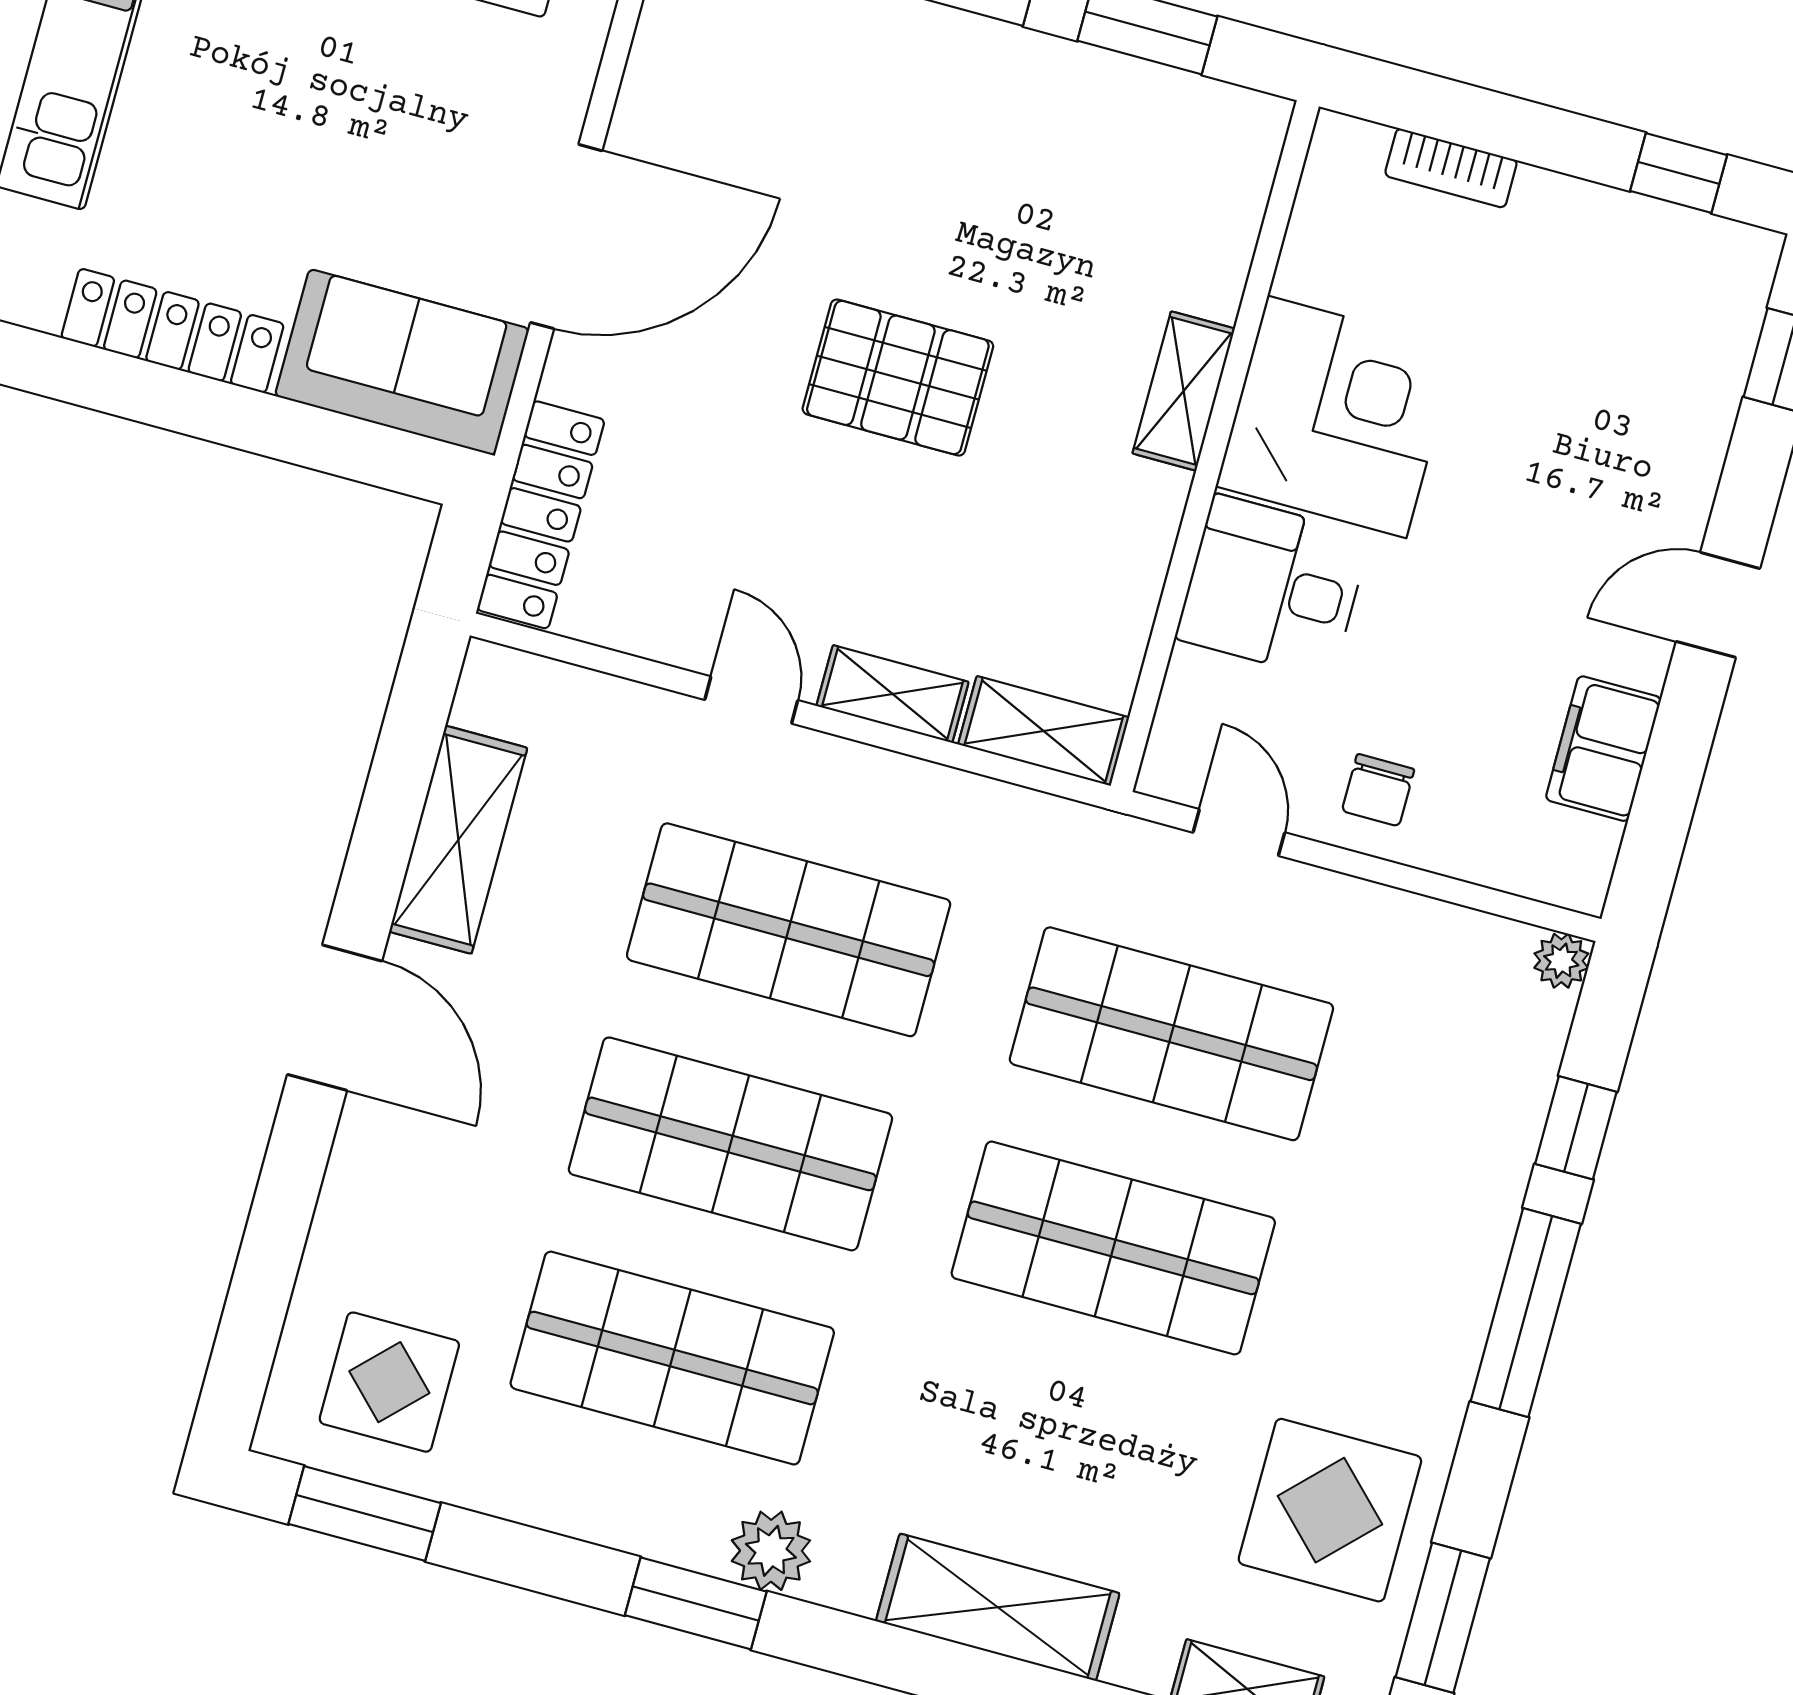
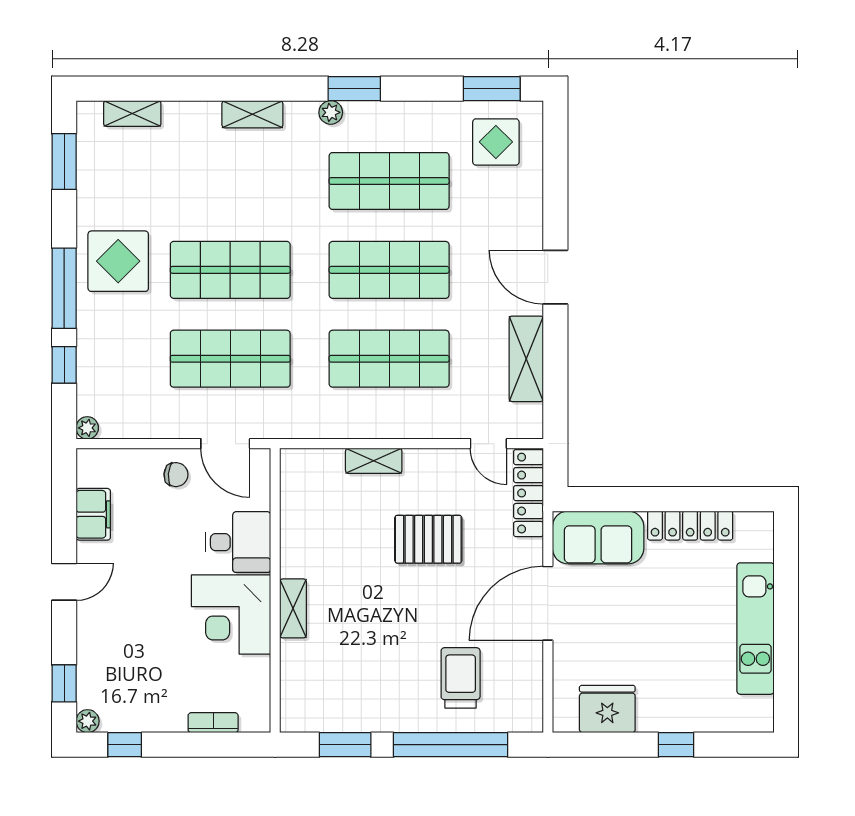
trolley: (825, 114) -> (461, 678), added
plant: (1753, 254) -> (88, 721), added
pallet: (898, 378) -> (428, 539), moved
door: (751, 700) -> (488, 444), moved
shelving: (1044, 731) -> (311, 462), removed
chair: (1378, 790) -> (176, 475), turned 95
door: (1239, 832) -> (225, 444), width x1.38
display table: (1330, 1510) -> (118, 261), moved
plant: (771, 1551) -> (331, 112), width x0.73, depth x0.73
shelving: (998, 1607) -> (252, 114), width x0.67, depth x0.75

